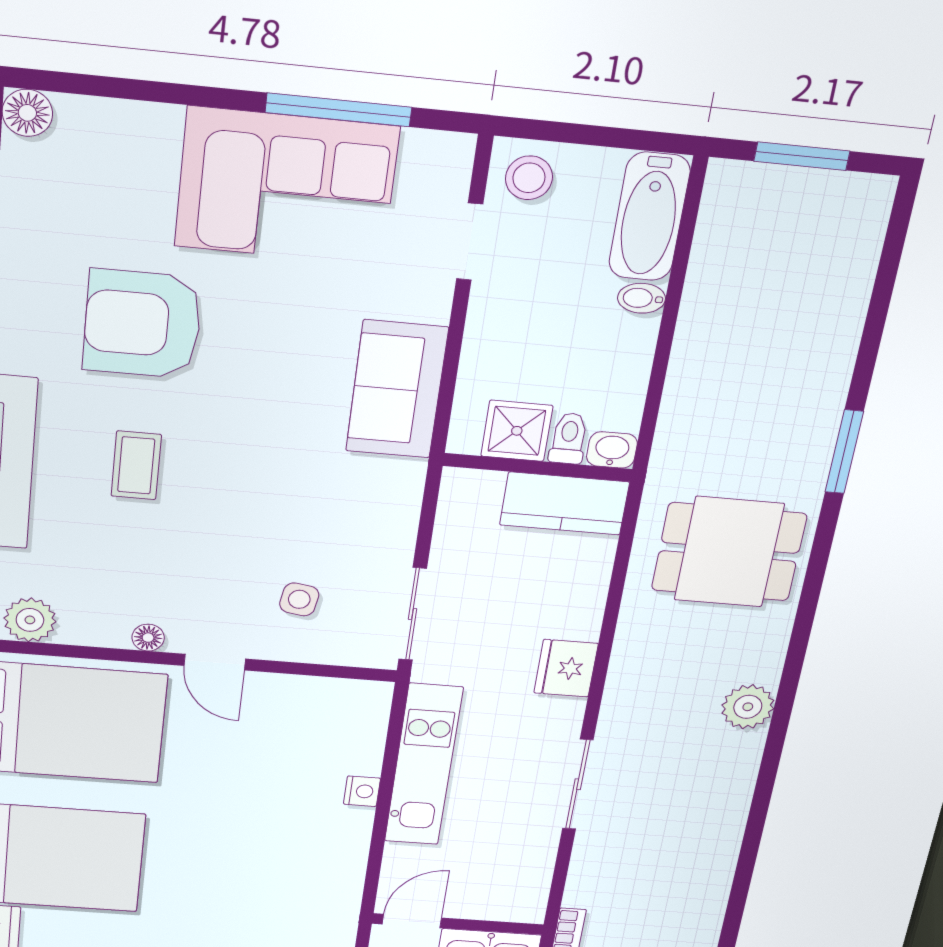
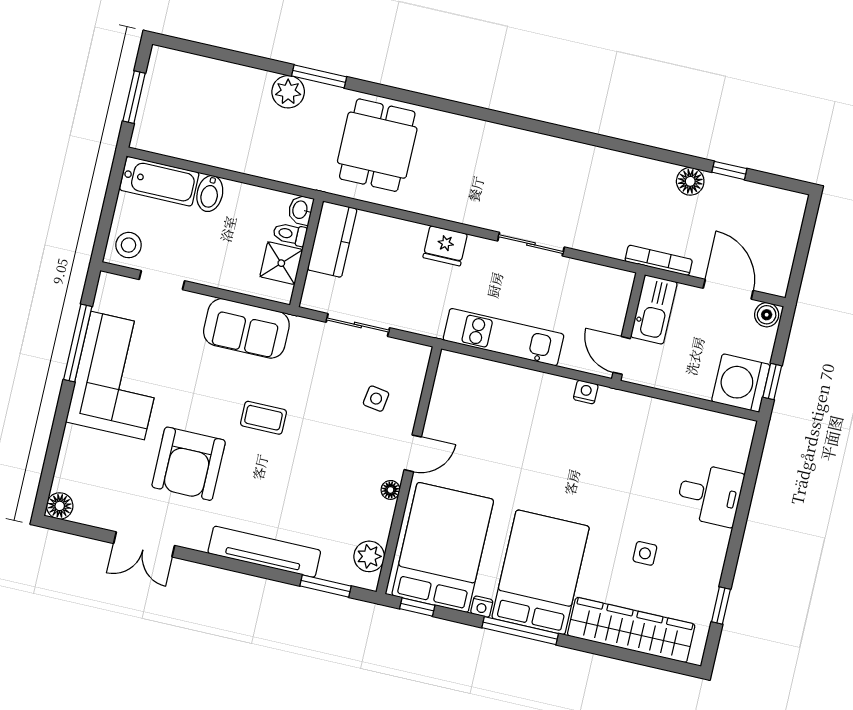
bidet: (642, 298) -> (210, 194), width x1.38, depth x1.36
coffee table: (136, 465) -> (263, 418), moved
sliding door: (413, 614) -> (358, 325), moved
plant: (748, 707) -> (288, 92), moved
nightstand: (362, 791) -> (586, 392), moved

